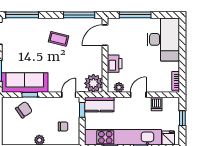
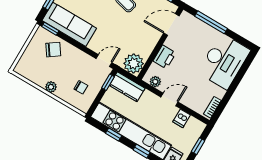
window: (30, 95) -> (50, 29), moved

